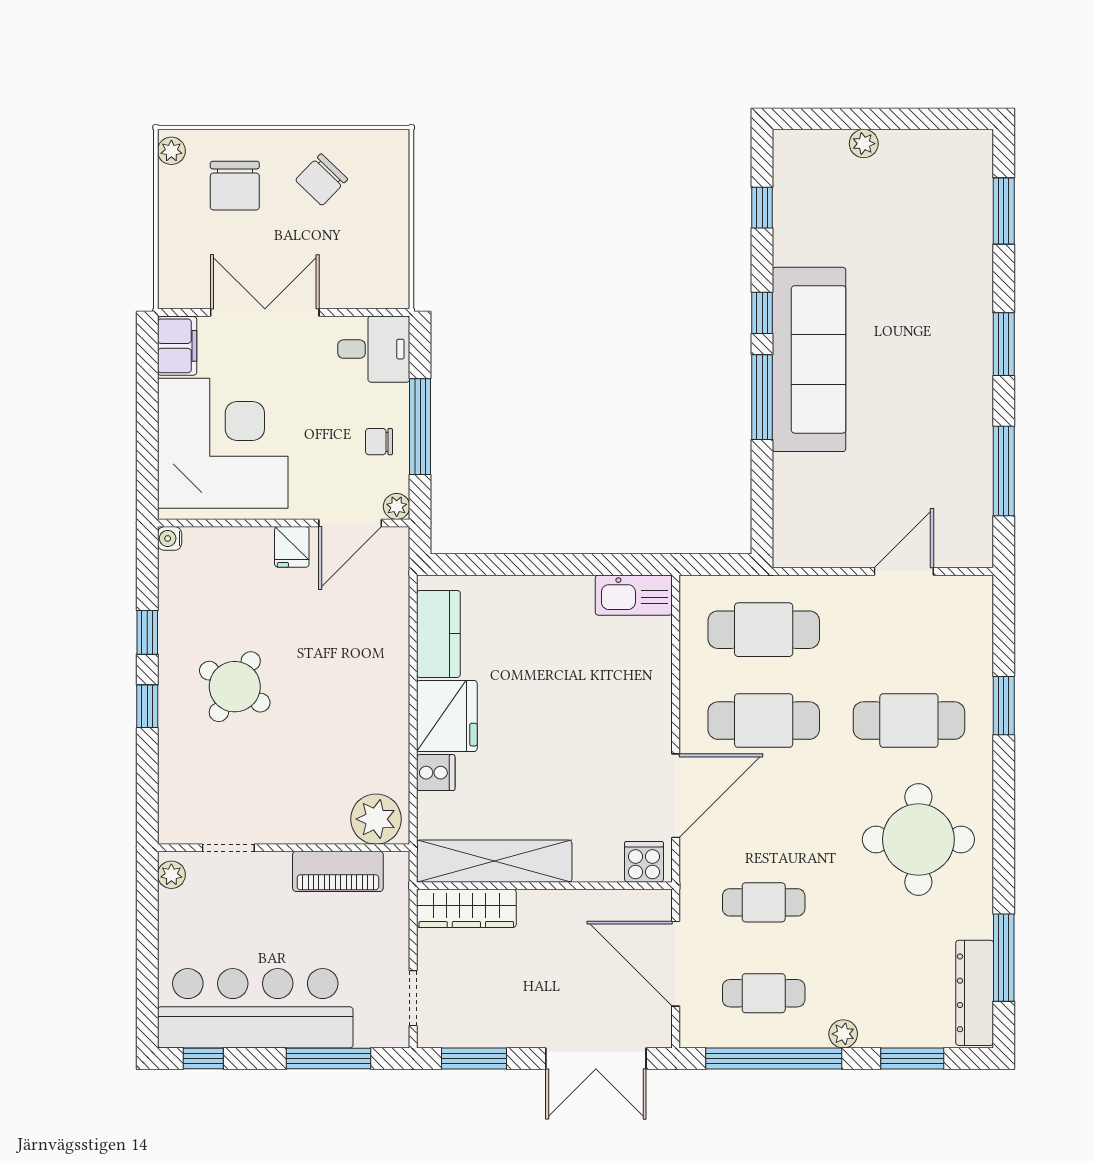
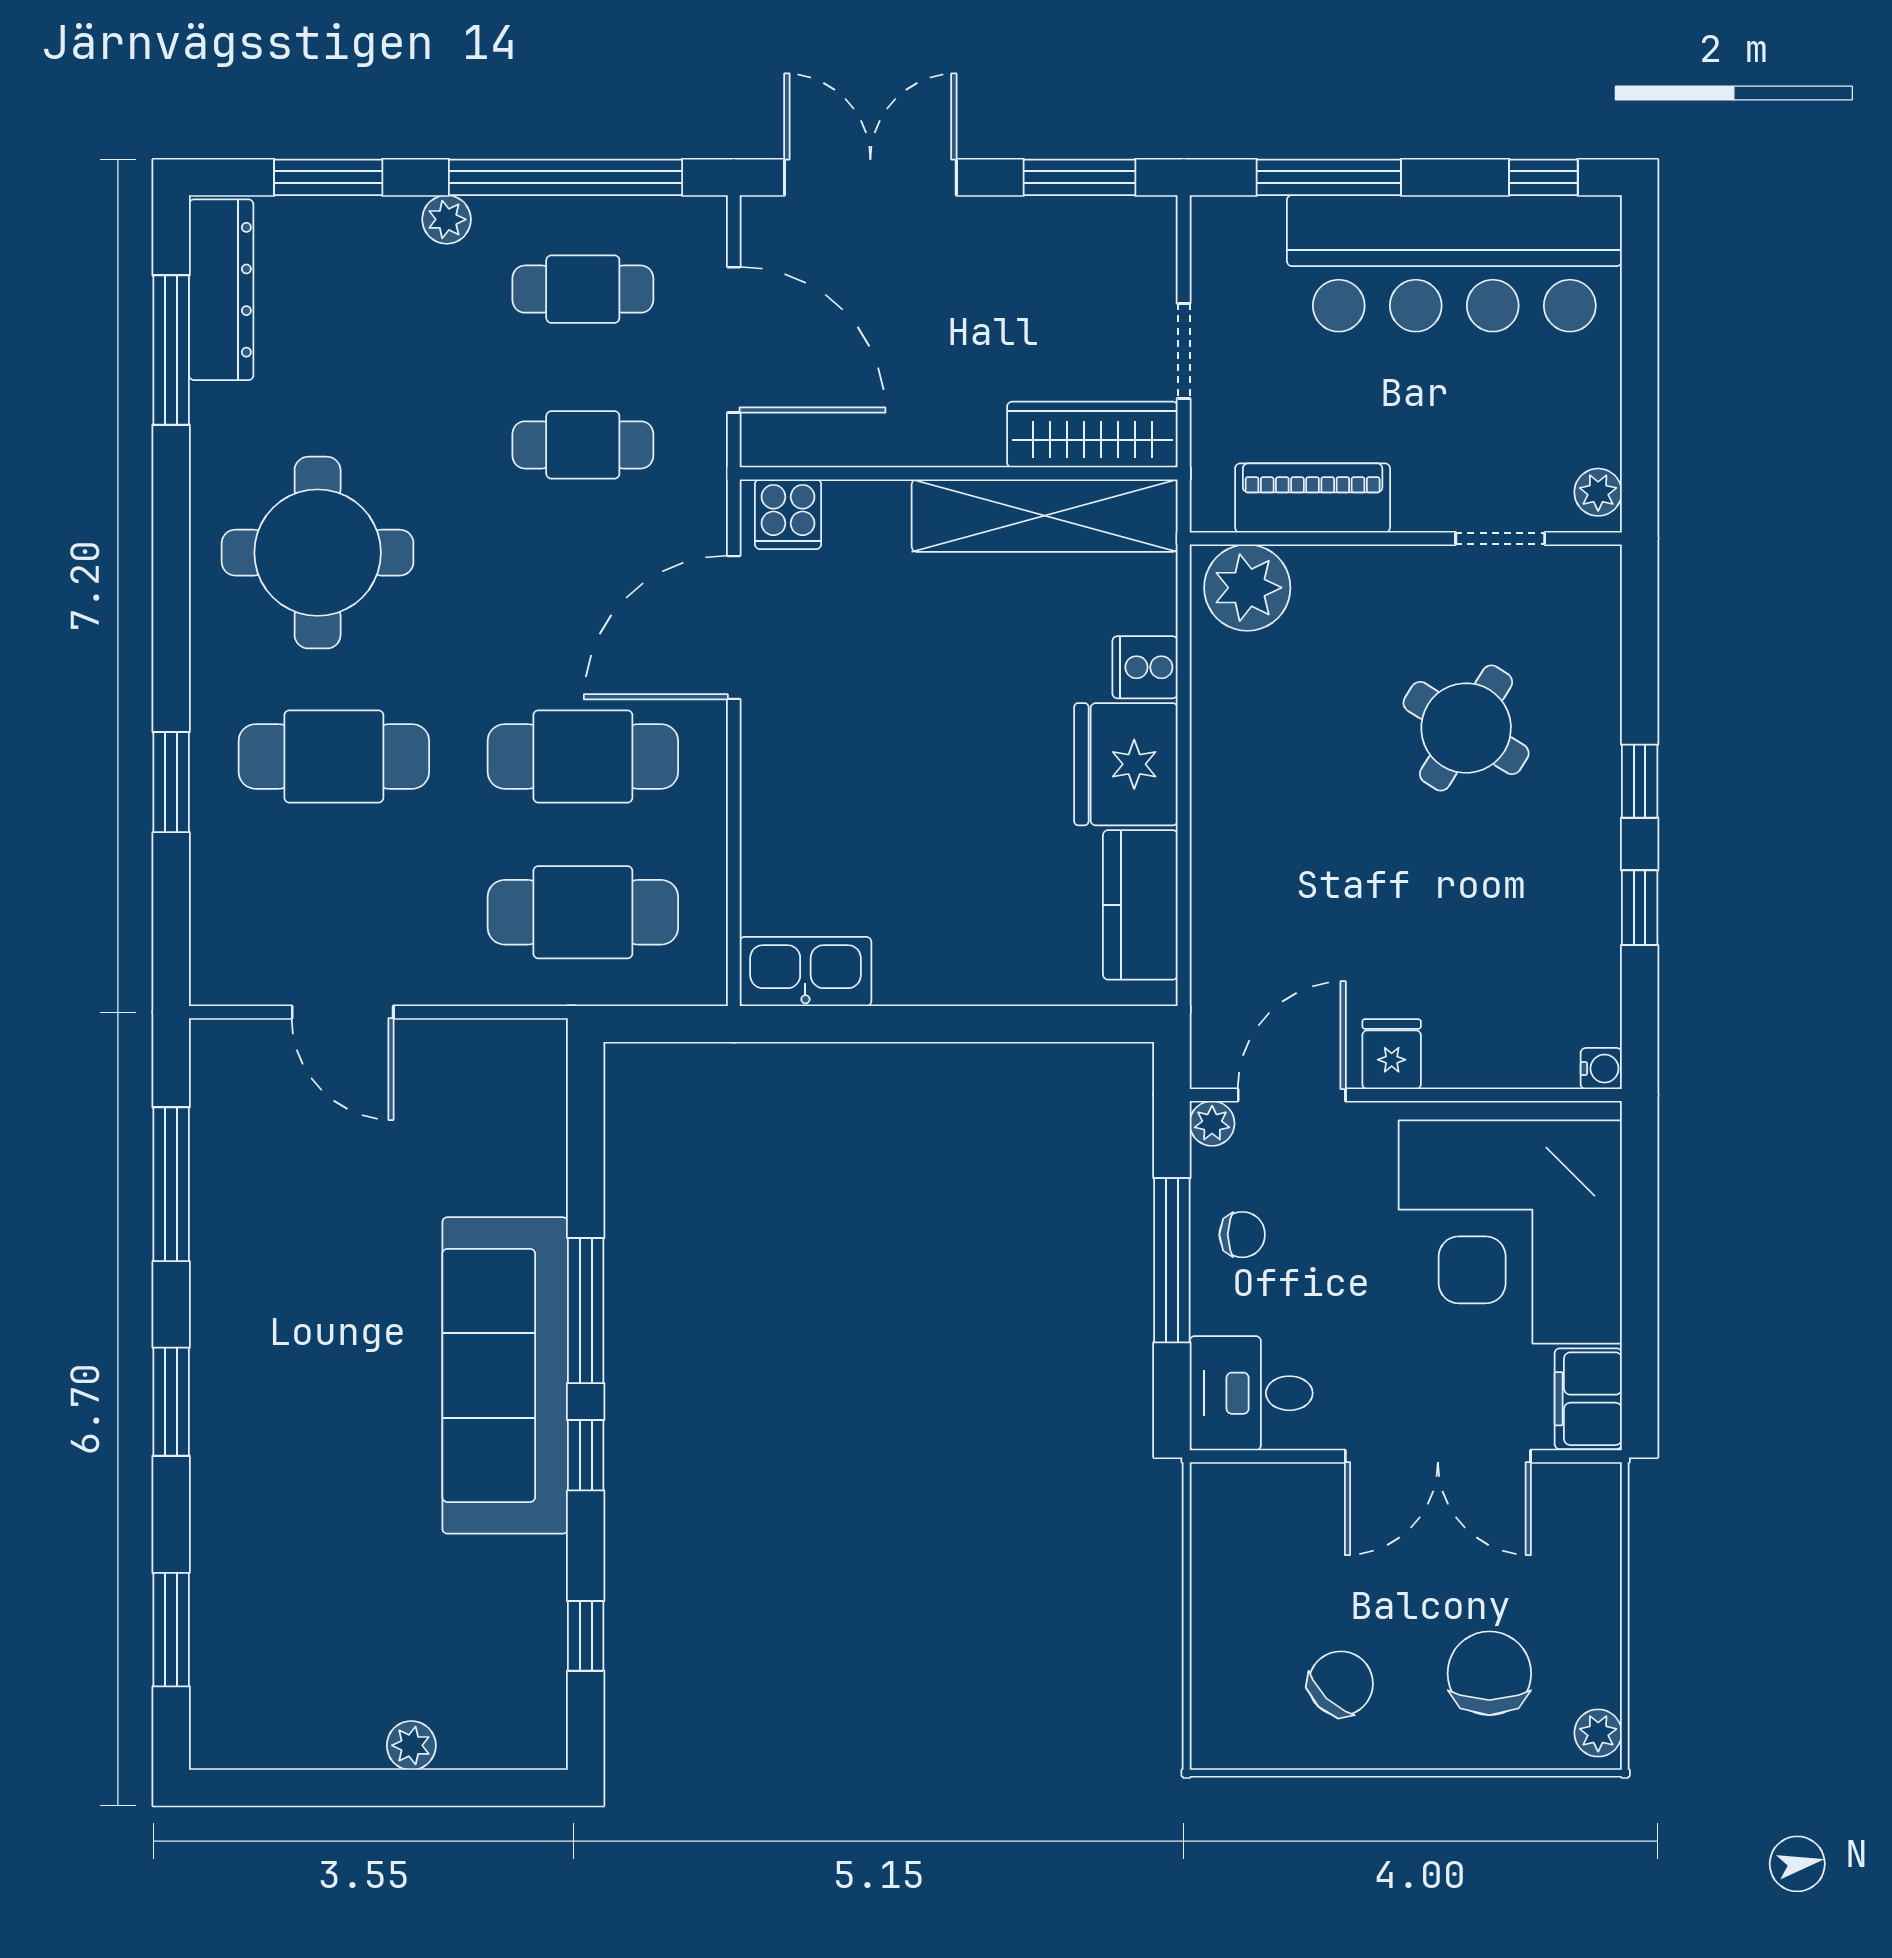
door: (904, 571) -> (343, 1012), hinge flipped
round table: (235, 687) -> (1466, 728), moved
doorway: (413, 998) -> (1184, 351), moved

